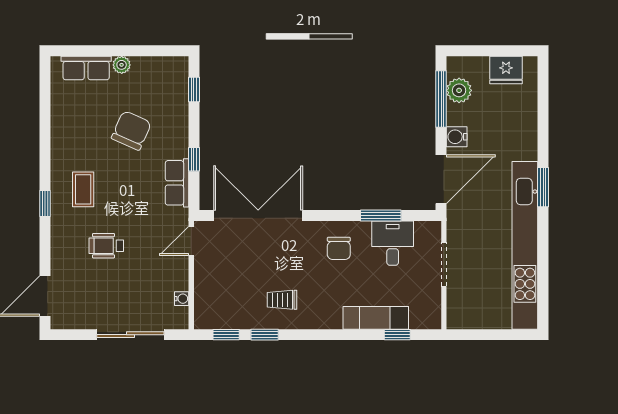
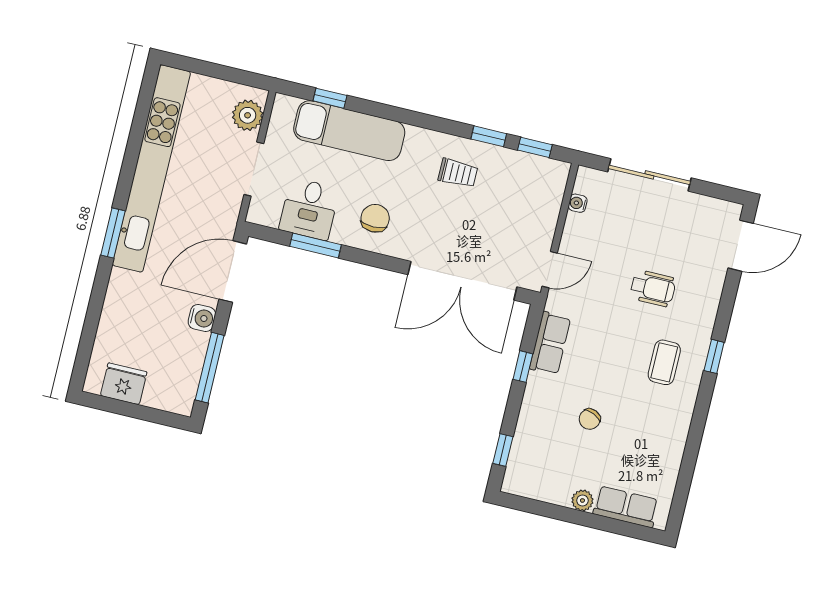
plant: (459, 90) -> (248, 115), moved
chair: (131, 130) -> (590, 419), width x0.54, depth x0.54
exam couch: (376, 318) -> (349, 131), width x1.36, depth x1.45

